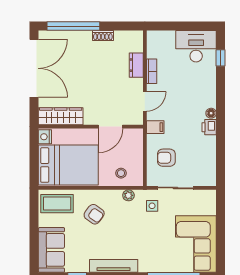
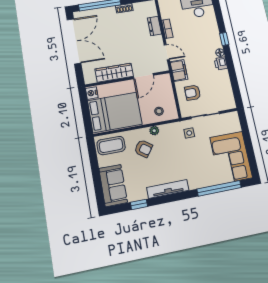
window: (221, 58) -> (224, 39), moved
door: (145, 101) -> (167, 52), hinge flipped
wardrobe: (61, 116) -> (114, 73), moved
filing cabinet: (155, 127) -> (179, 70), width x2.00
plant: (128, 195) -> (154, 131), moved

